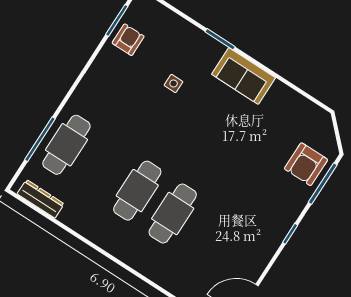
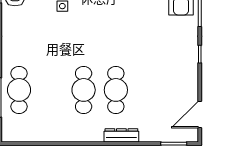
dresser: (41, 199) -> (121, 135), moved

